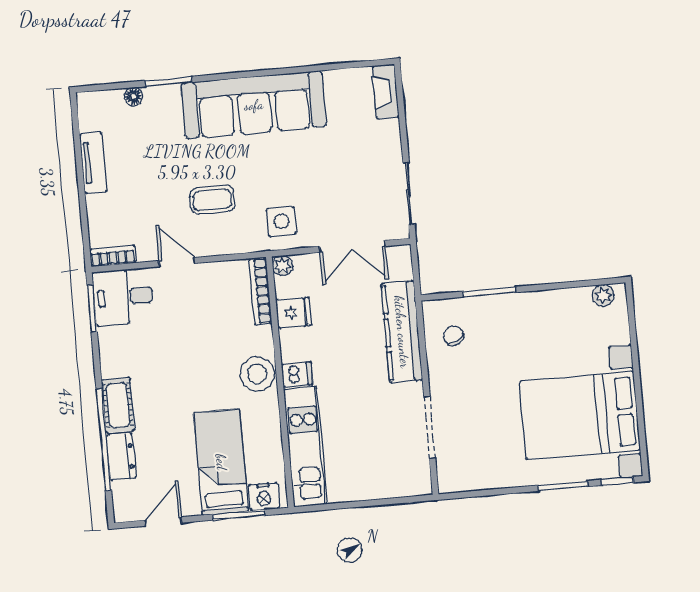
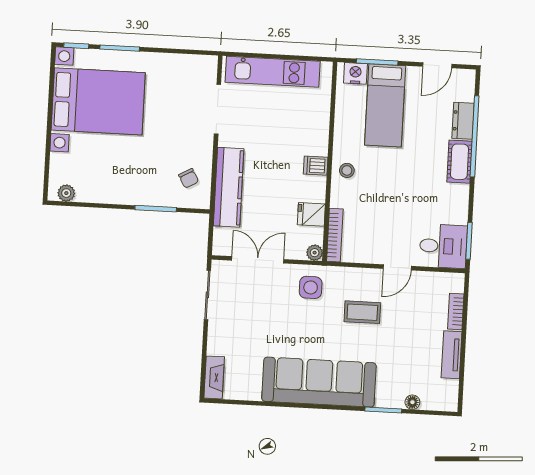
bookcase: (113, 256) -> (456, 311), moved, turned 90
door: (177, 262) -> (397, 267), hinge flipped
stool: (257, 374) -> (347, 170), width x0.53, depth x0.53
kitchen unit: (305, 447) -> (273, 72), moved, turned -90

